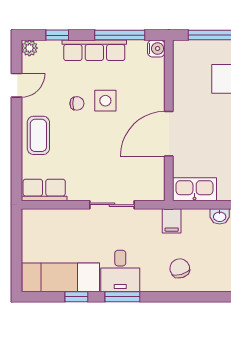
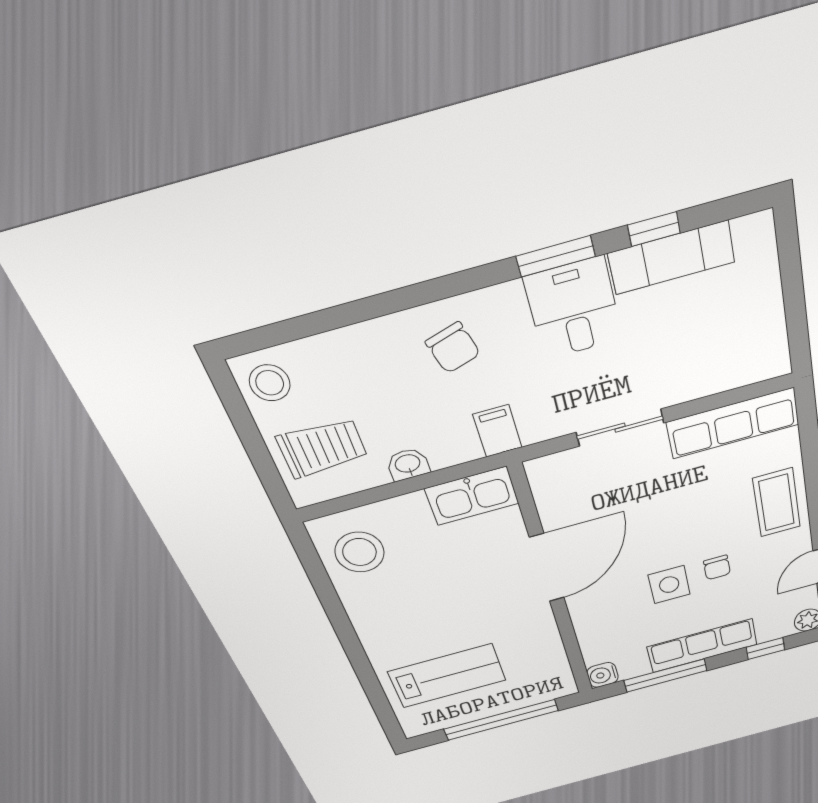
chair: (77, 103) -> (717, 568), turned -90
row of seats: (44, 190) -> (733, 423), width x1.48
exam couch: (61, 277) -> (672, 258), width x0.73, depth x0.69

